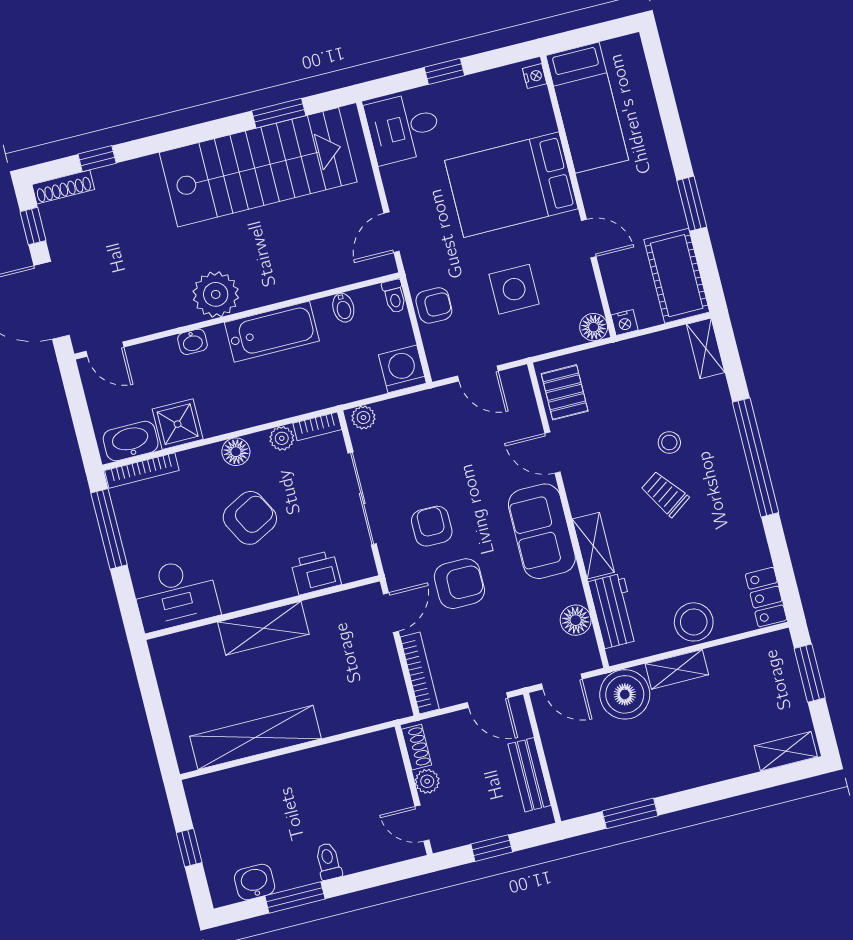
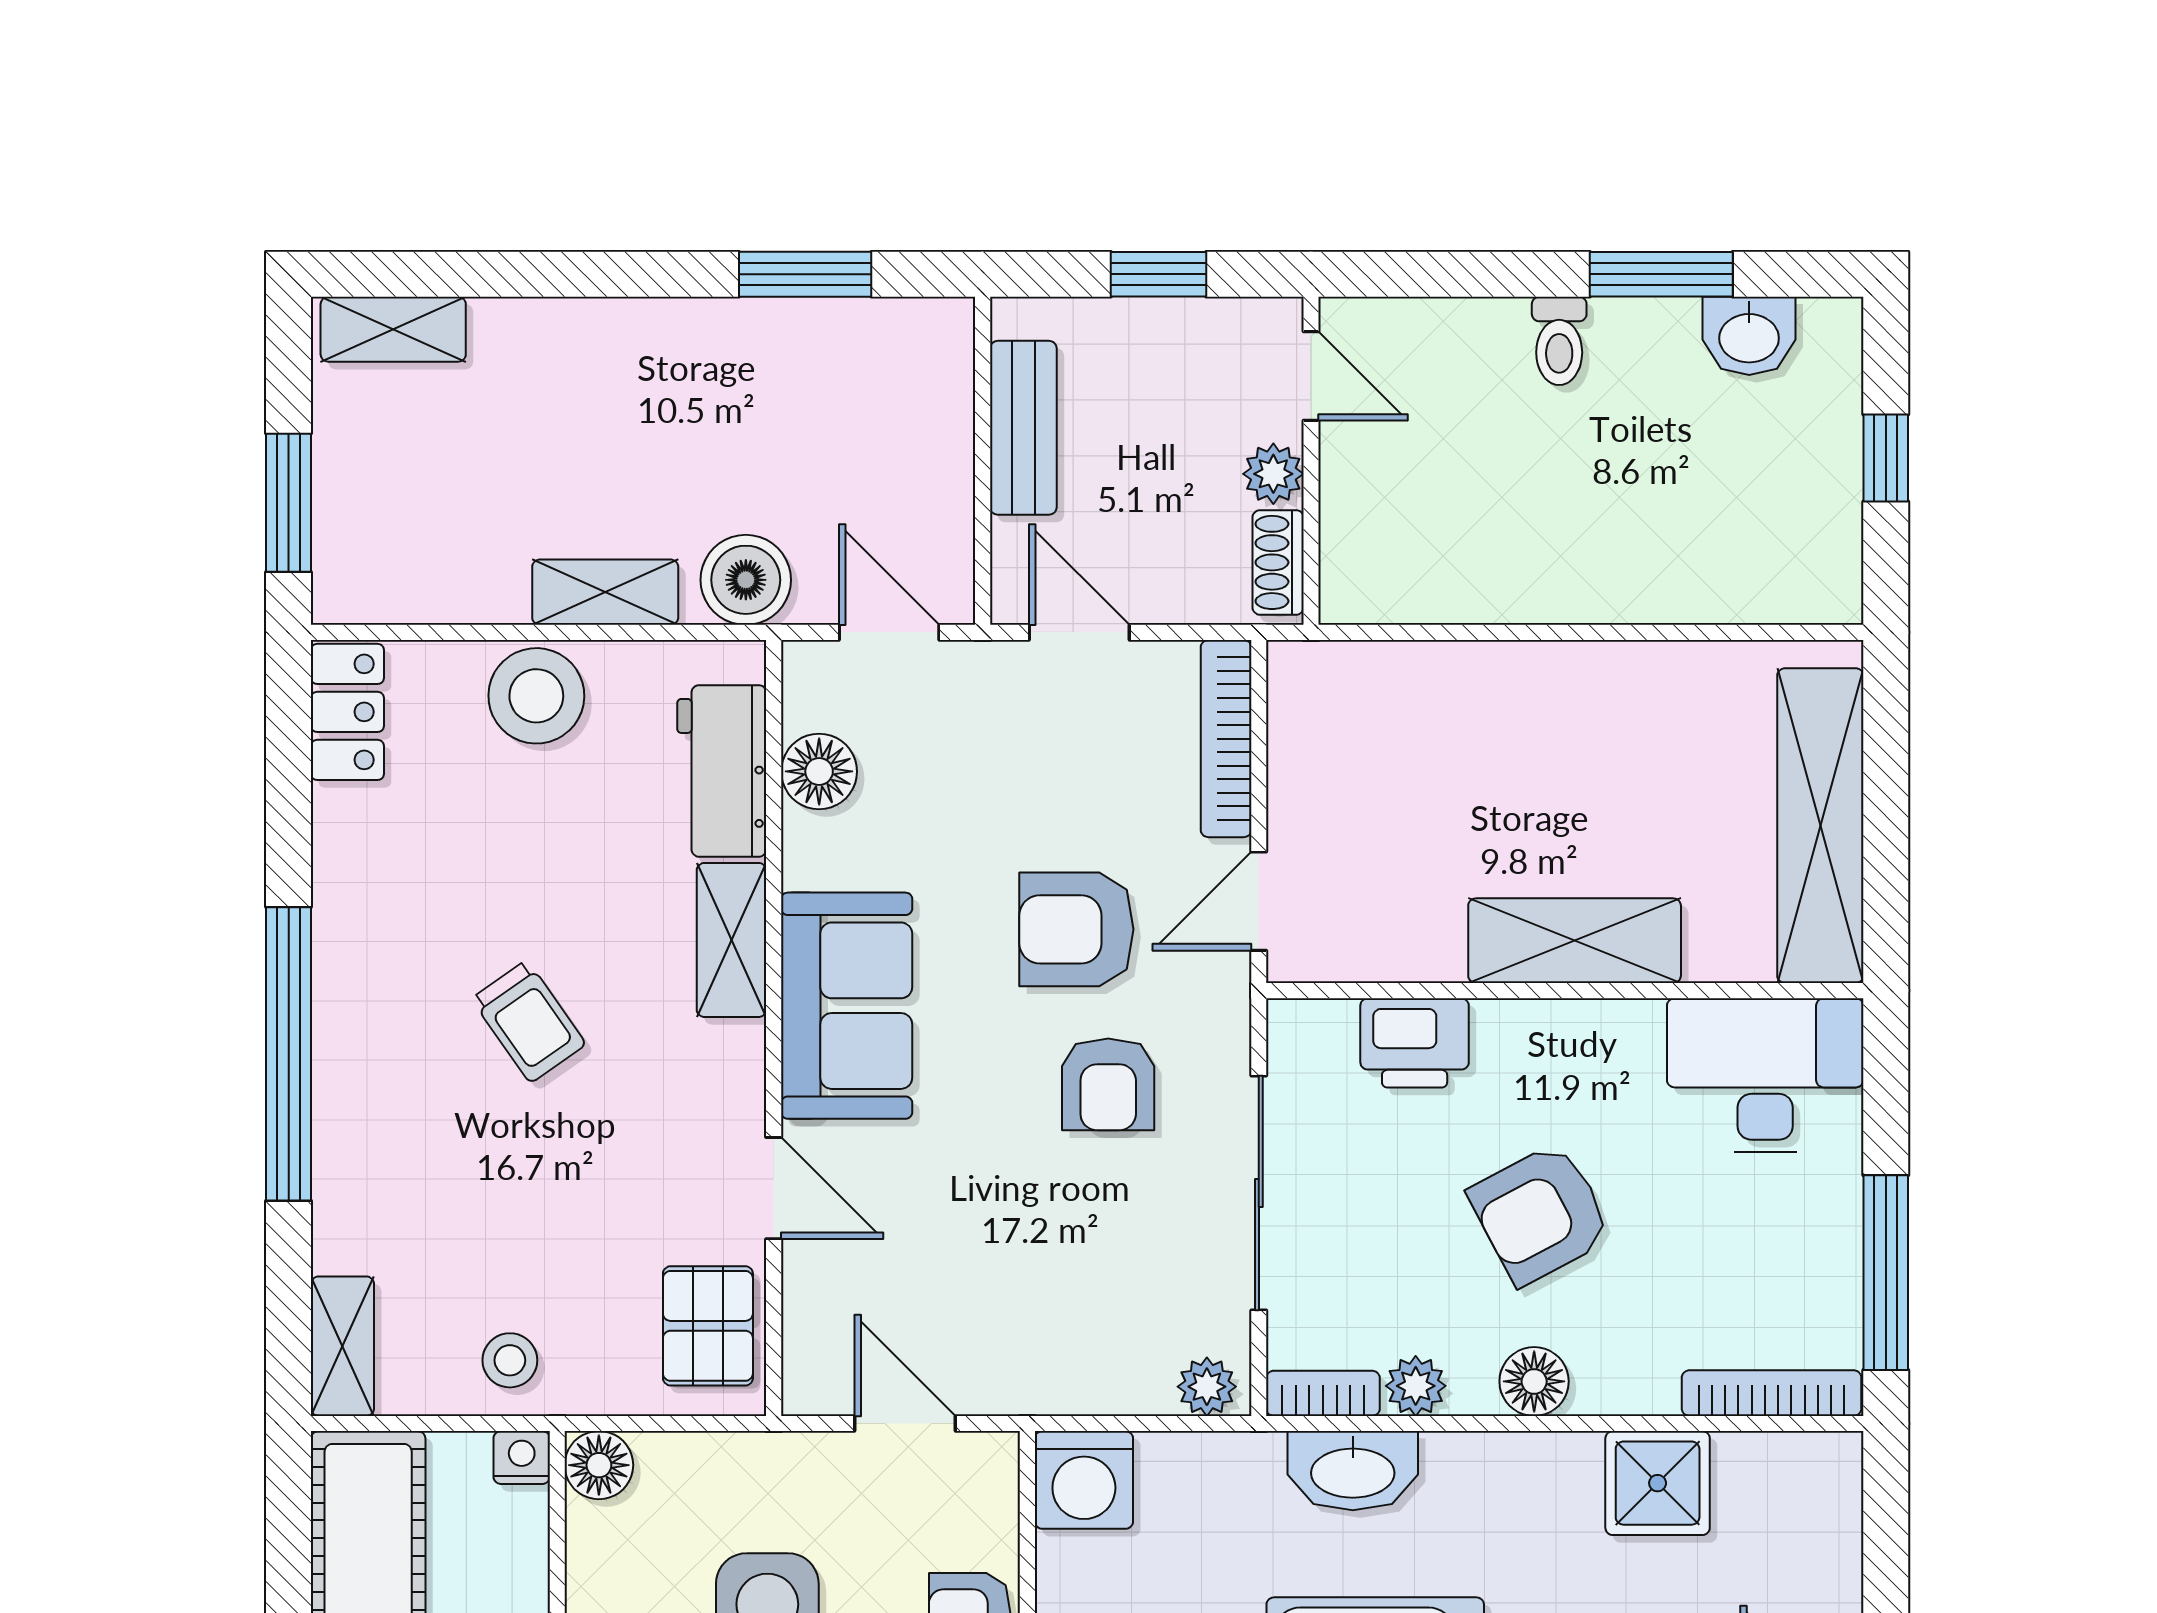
washbasin: (131, 441) -> (1353, 1471), moved
stool: (669, 442) -> (510, 1360), moved
boiler: (625, 694) -> (746, 580), width x0.73, depth x0.73
shelving: (255, 737) -> (1820, 826), moved, turned 90

